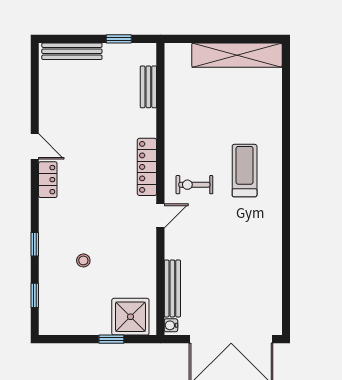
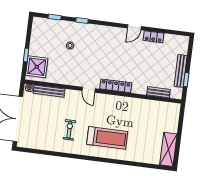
bench: (72, 51) -> (181, 71), moved
shelving: (237, 55) -> (168, 149), width x0.68
treadmill: (245, 171) -> (107, 138), width x1.37, depth x1.38
locker: (48, 180) -> (153, 37), moved
exercise bike: (194, 185) -> (69, 130), moved

